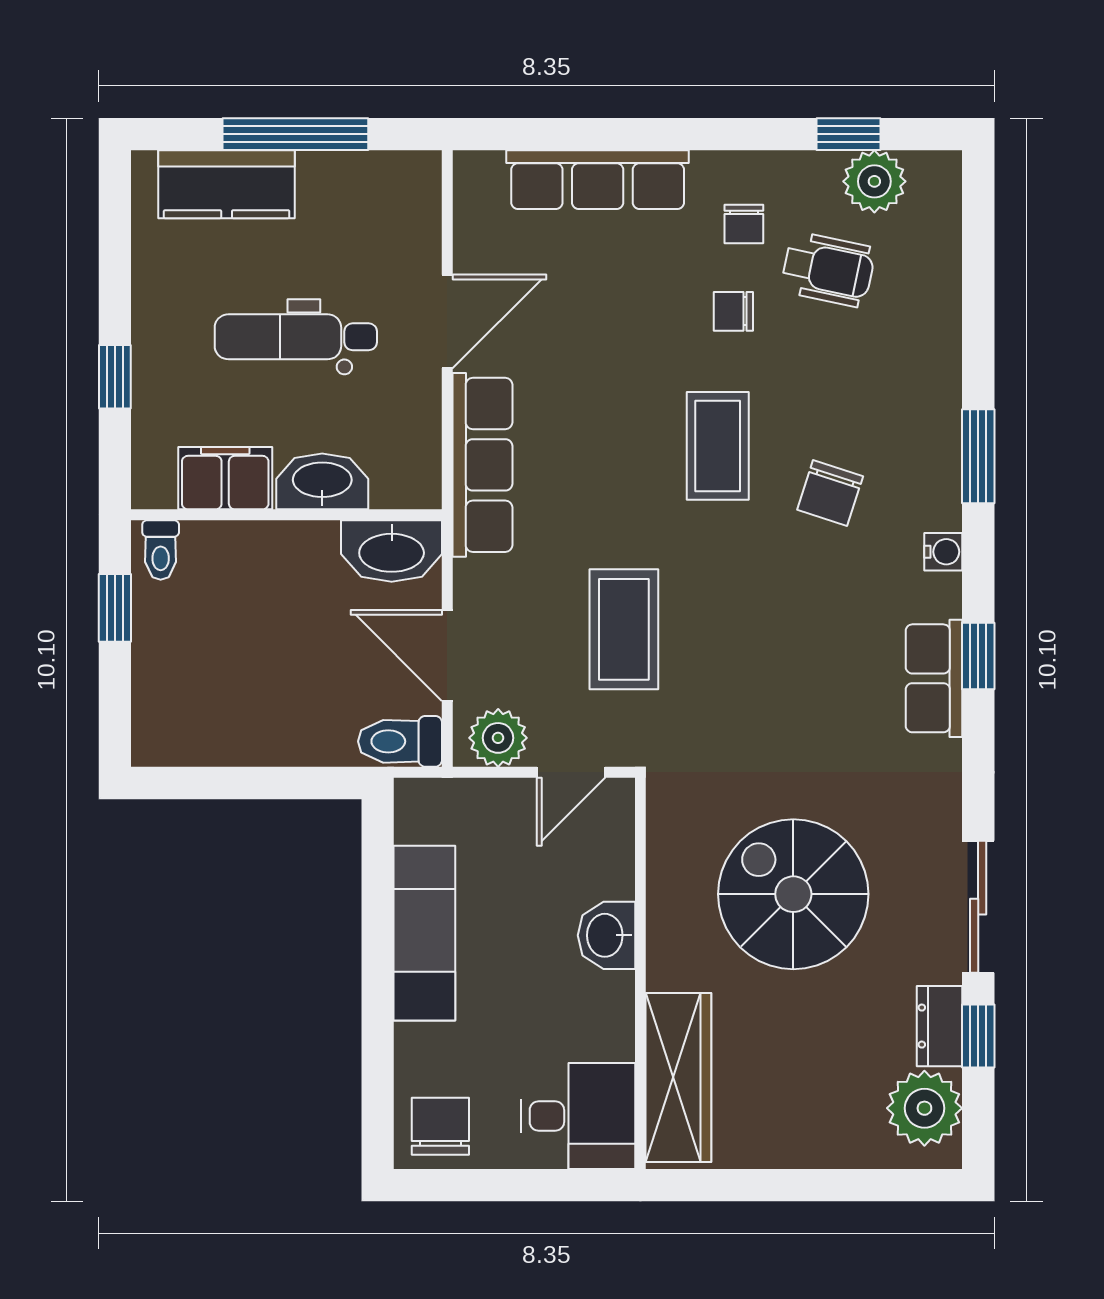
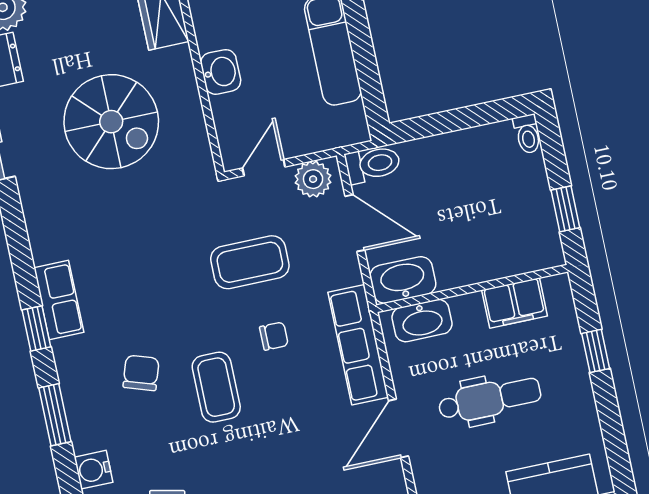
chair: (733, 311) -> (274, 336), moved
washbasin: (322, 481) -> (422, 321), moved
toilet: (161, 550) -> (527, 134), moved, turned 180
water cooler: (943, 552) -> (94, 470), moved, width x1.38, depth x1.38
coffee table: (624, 629) -> (250, 262), turned 90
window: (978, 656) -> (36, 328), moved
row of seats: (934, 678) -> (59, 300), moved

